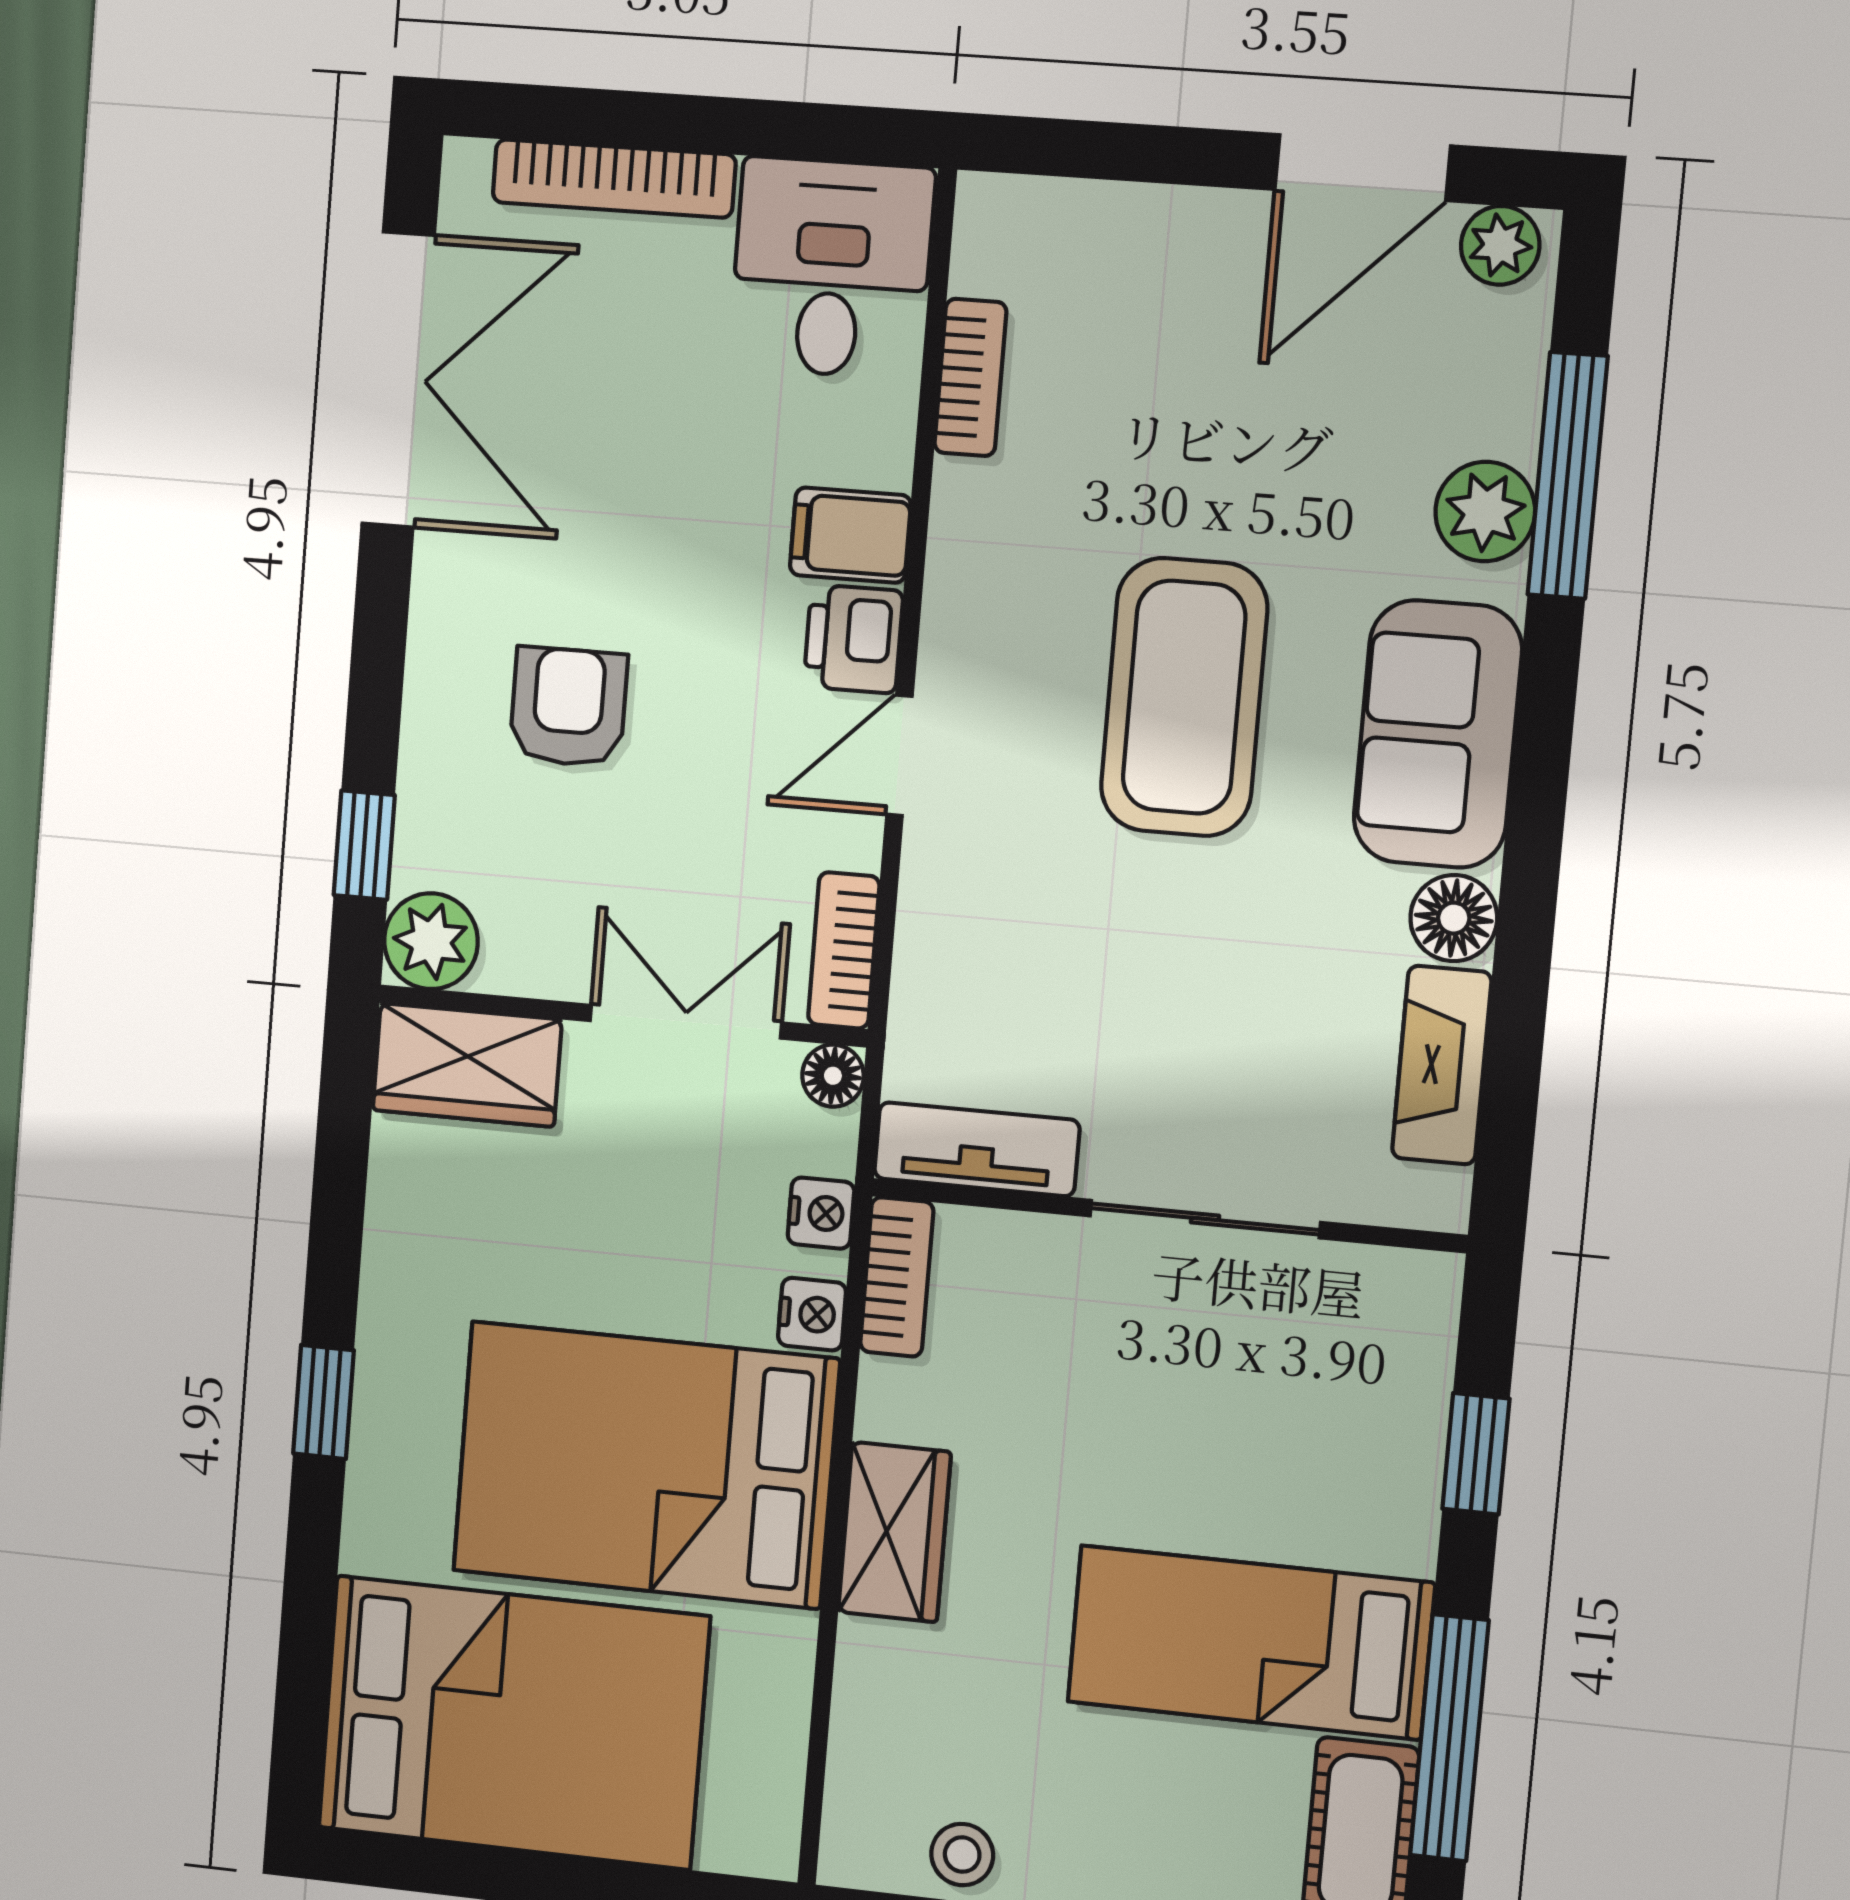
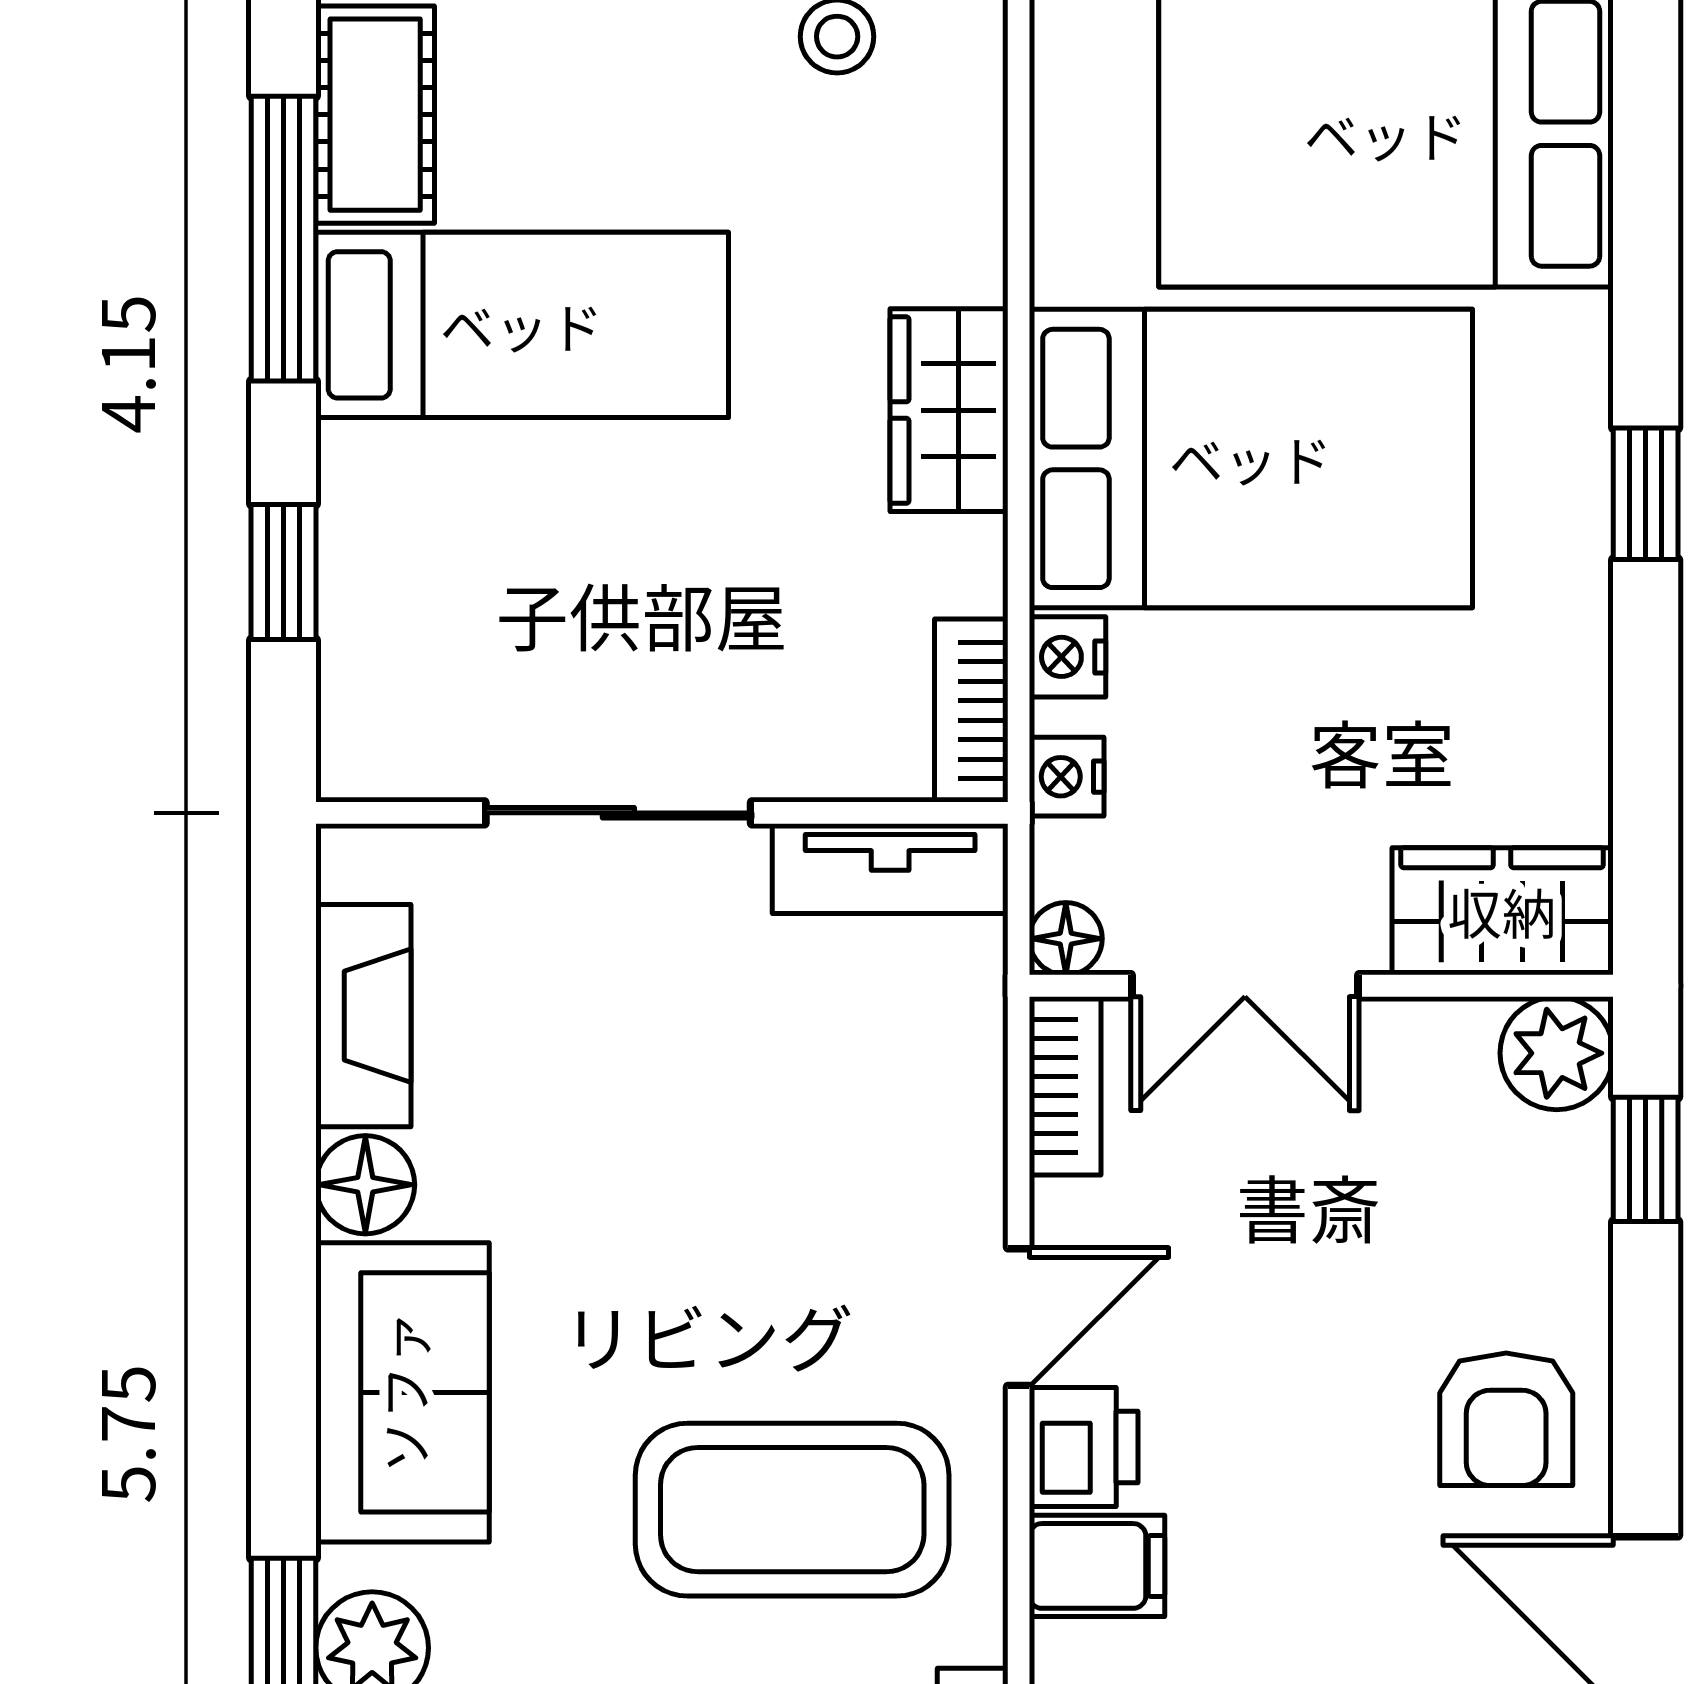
coffee table: (1184, 697) -> (792, 1510), moved, turned 90
armchair: (568, 707) -> (1506, 1419), moved

